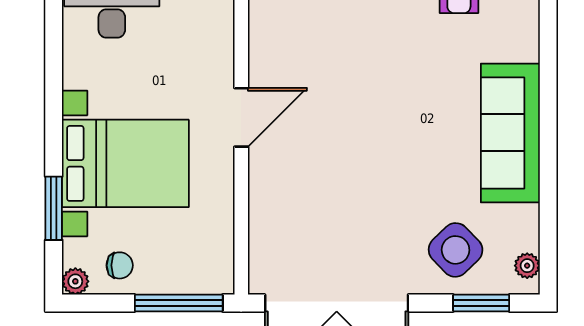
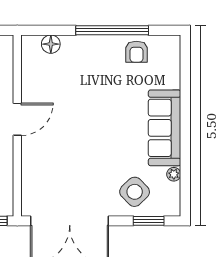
plant: (527, 266) -> (174, 174), moved

